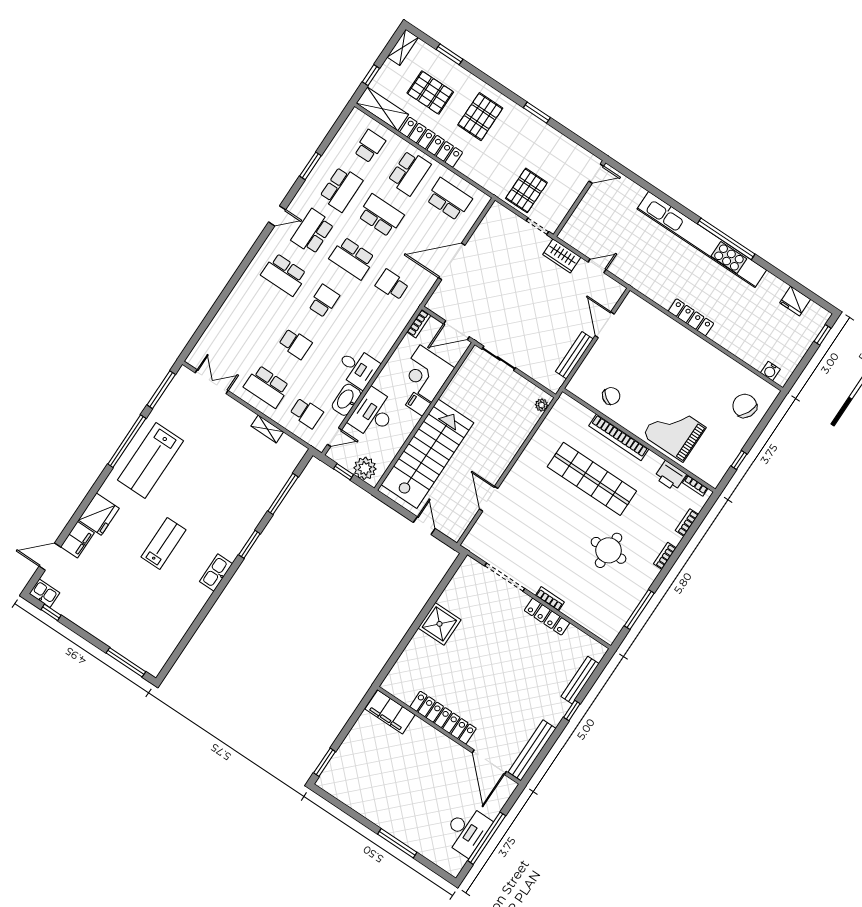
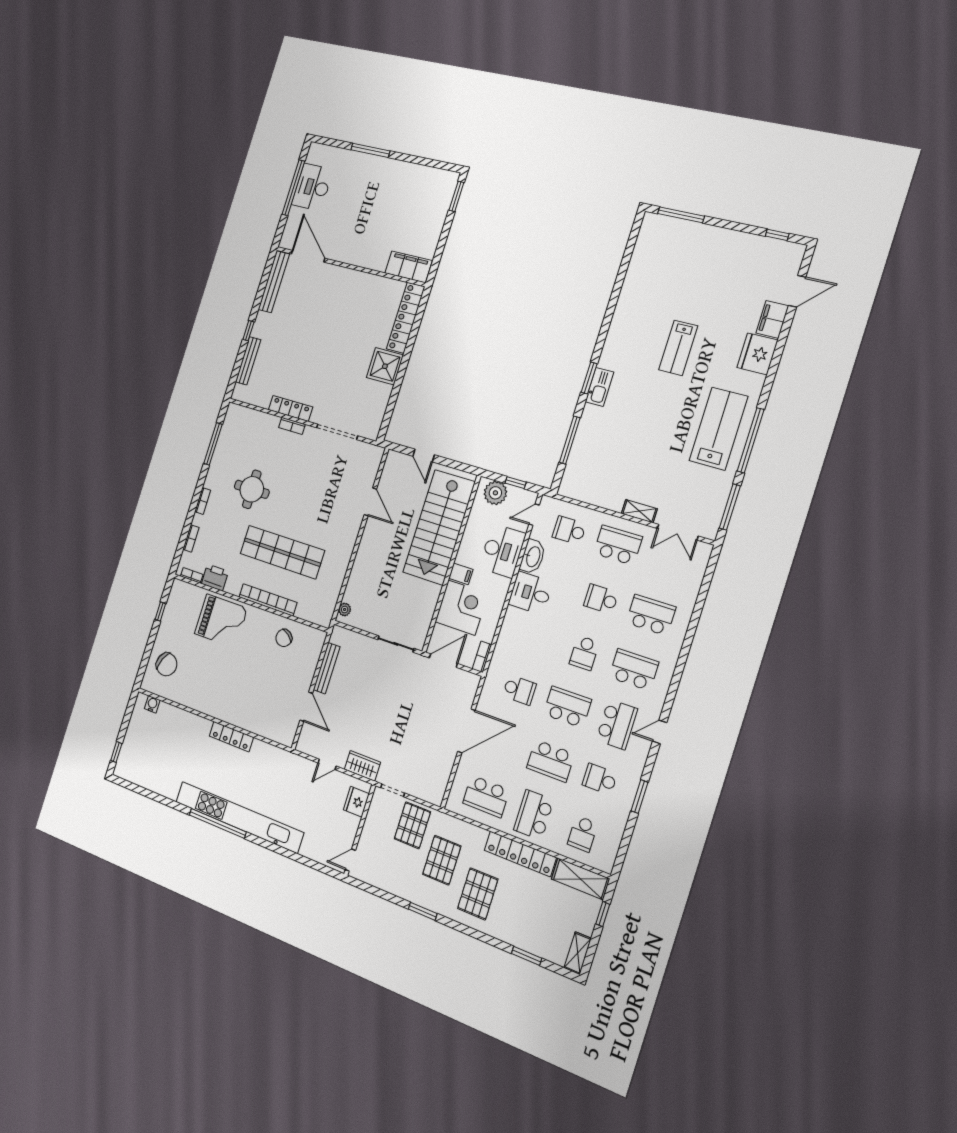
pallet: (430, 93) -> (442, 860), moved, turned 90
school desk: (341, 189) -> (600, 779), width x0.54
fridge: (795, 301) -> (356, 802), moved, turned -90
school desk: (256, 317) -> (651, 615), added
shelving: (267, 429) -> (639, 511), moved
kitchen sink: (216, 573) -> (600, 387), moved
kitchen sink: (44, 593) -> (791, 252), removed
locker: (443, 718) -> (406, 318), moved, turned 90

